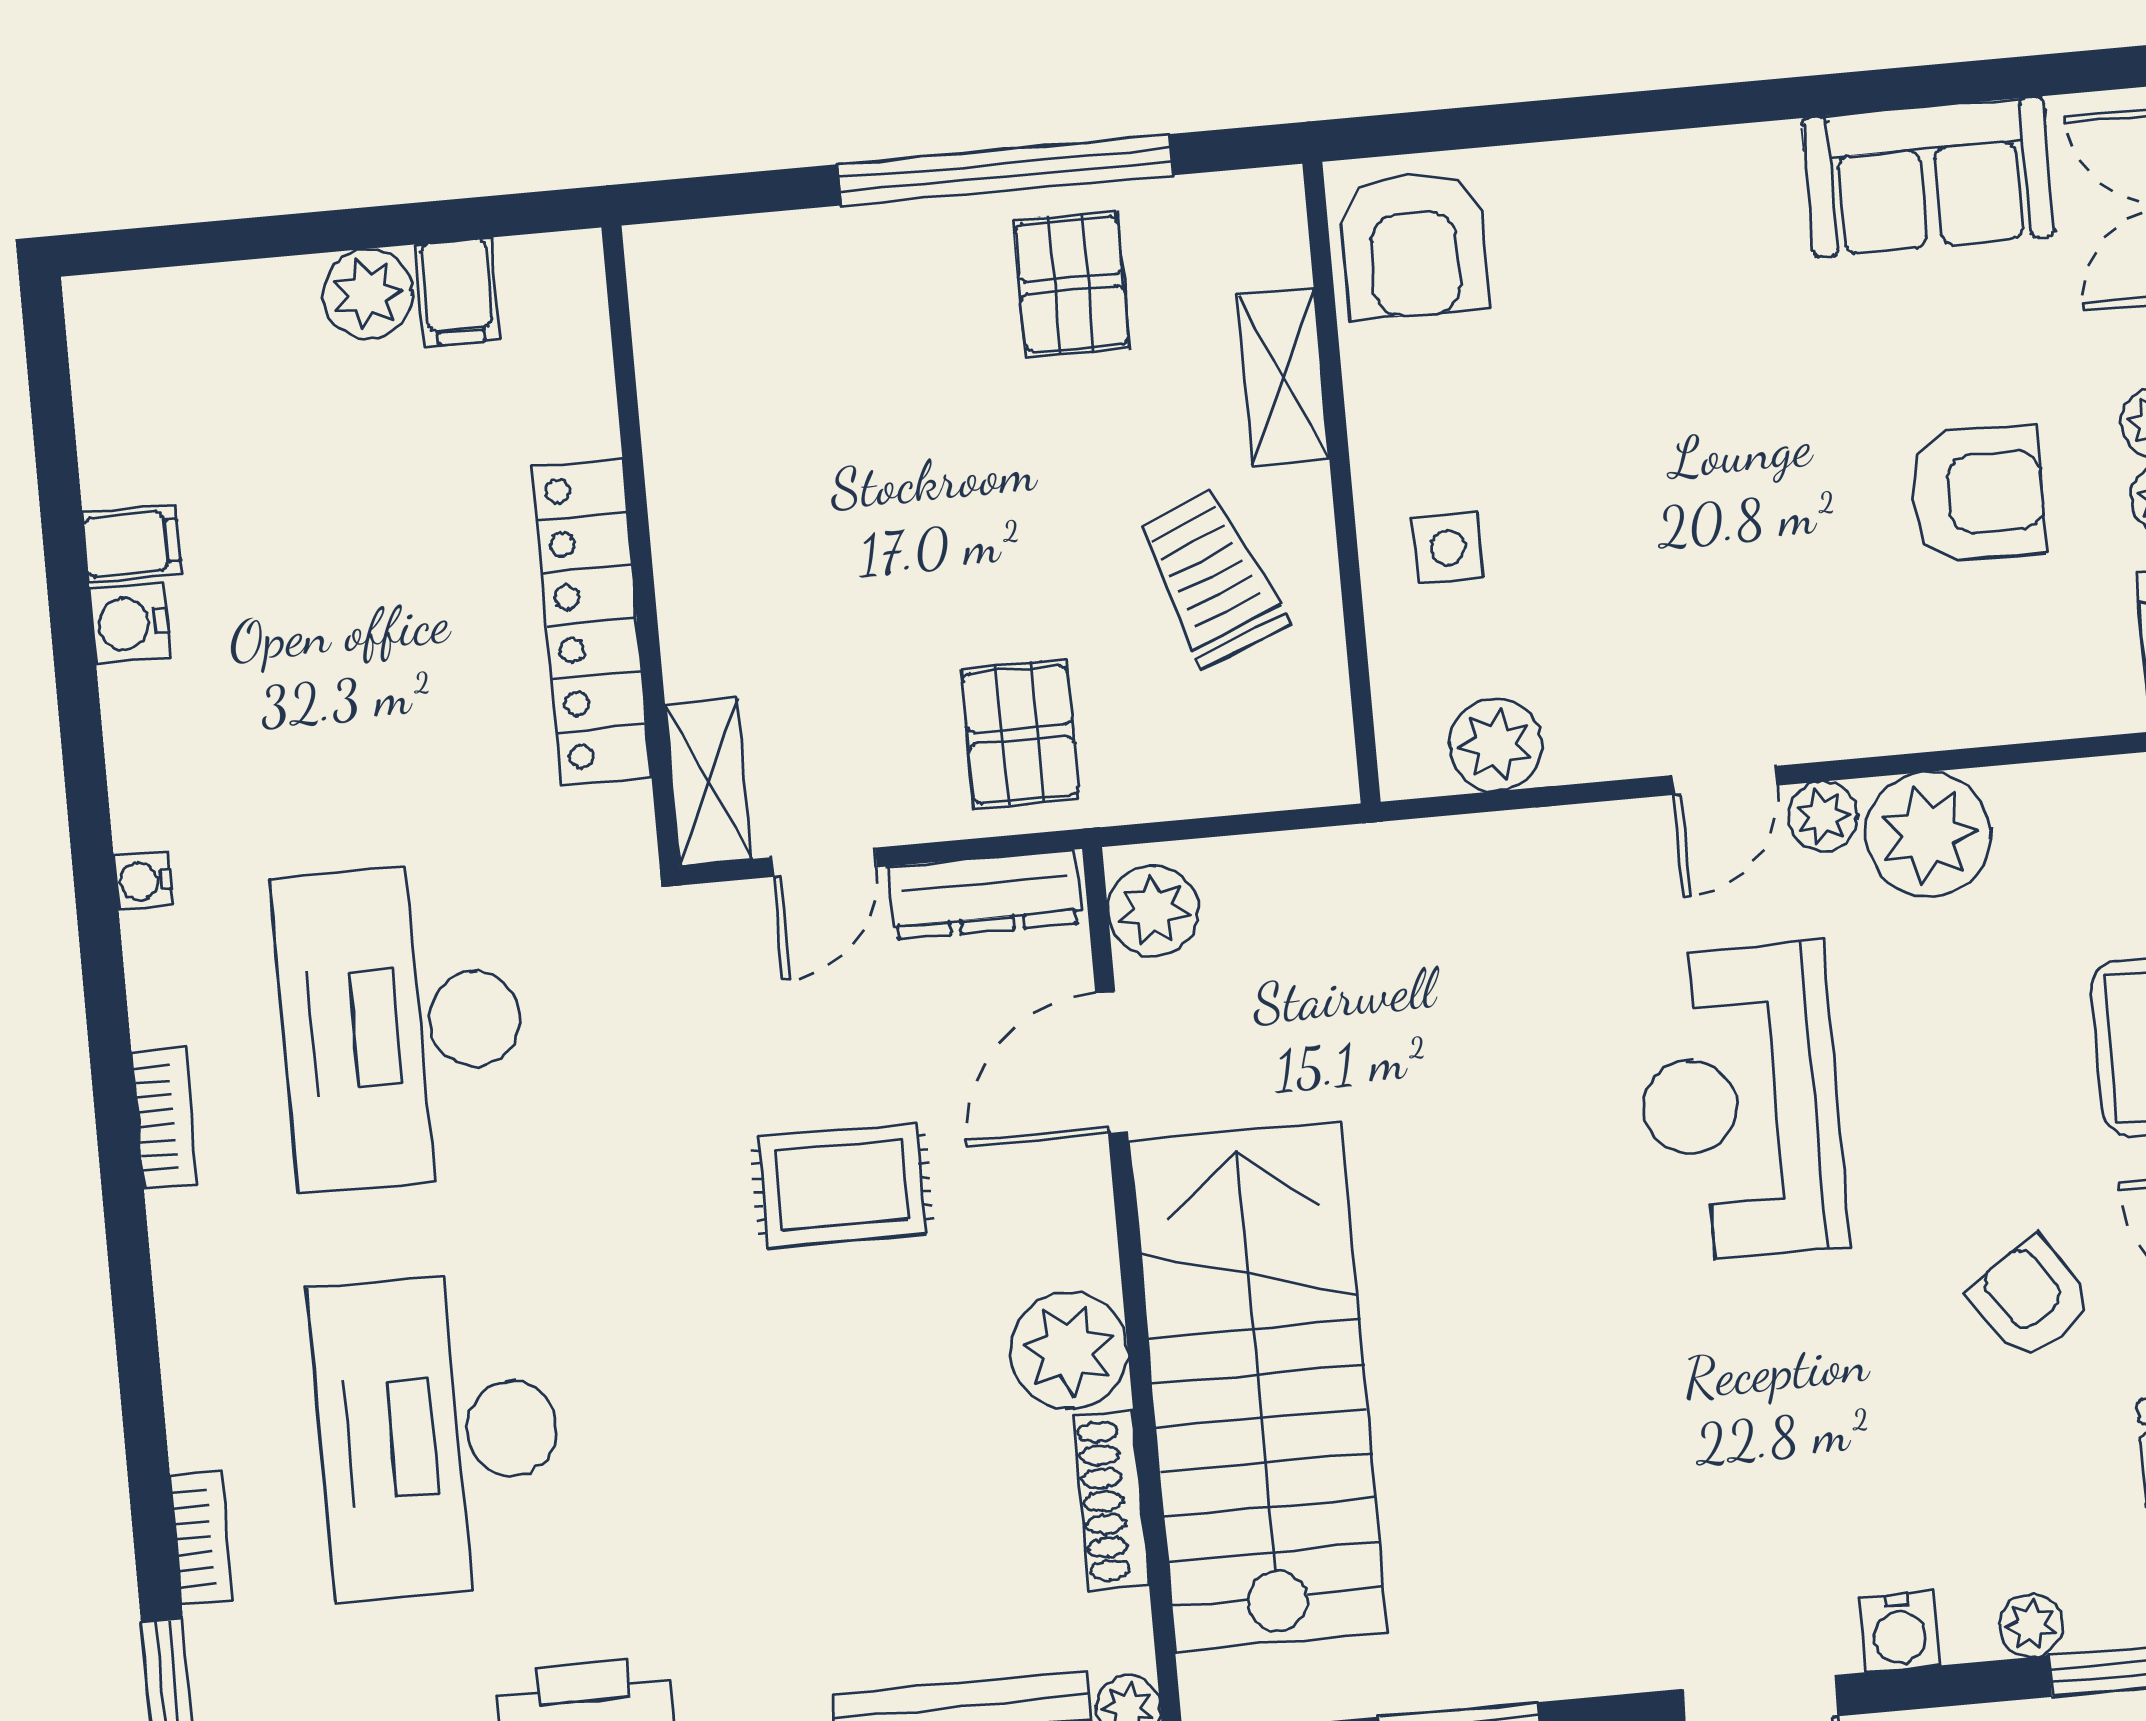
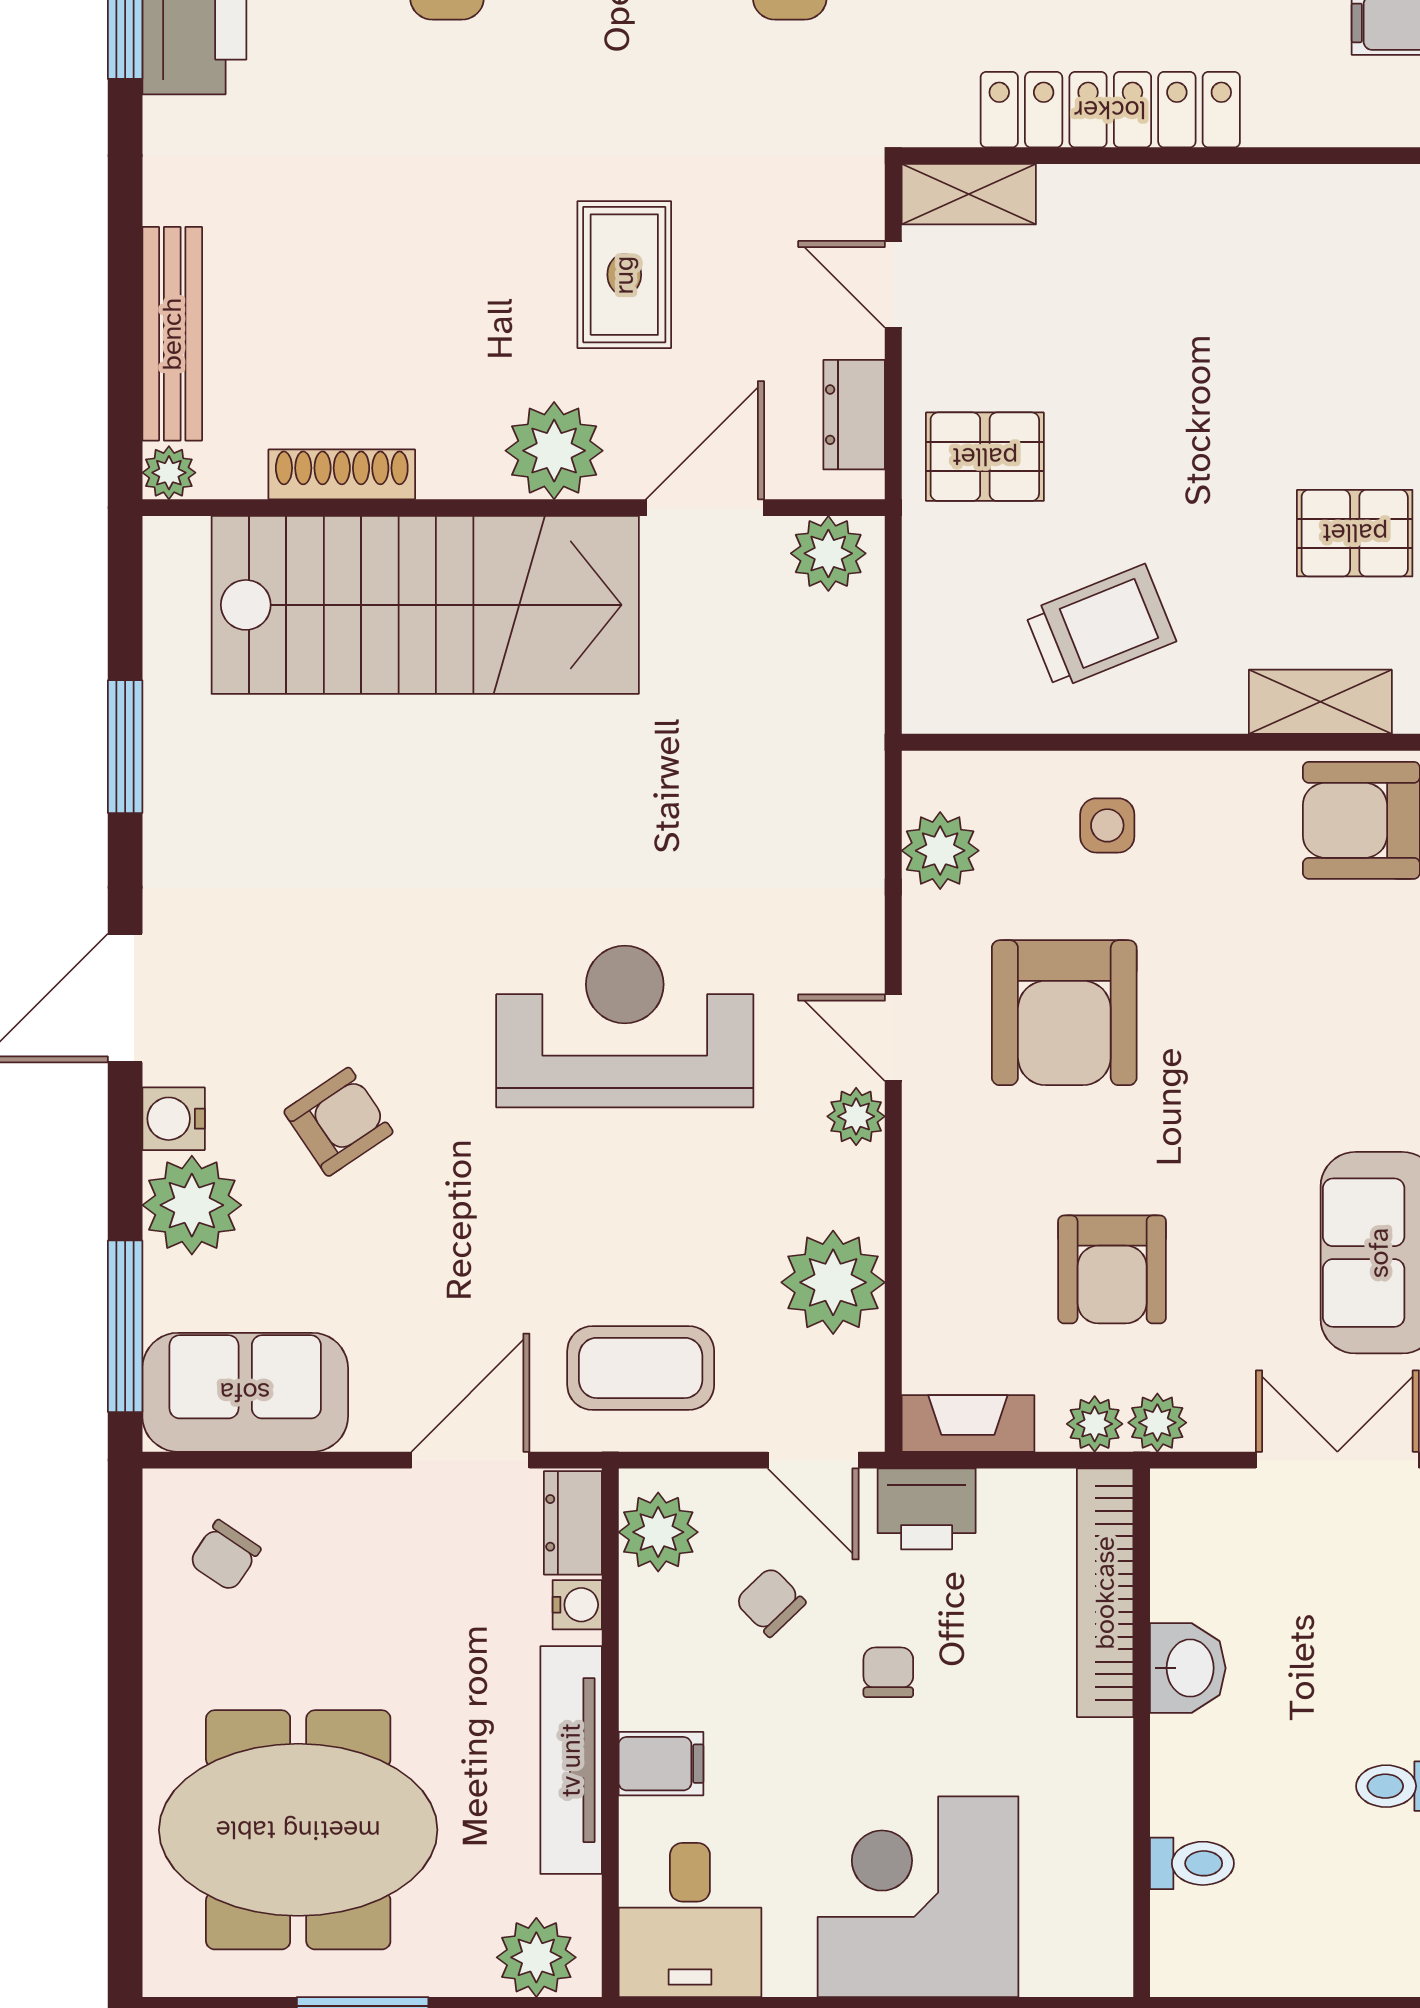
shelving: (1283, 377) -> (1320, 702), moved
armchair: (1676, 579) -> (1064, 1013), added
plant: (1928, 834) -> (833, 1282), moved
dresser: (984, 895) -> (854, 415), width x0.70
door: (1112, 1063) -> (705, 508), hinge flipped
armchair: (2031, 1299) -> (338, 1122), moved
plant: (1069, 1351) -> (554, 451), moved
plant: (2031, 1625) -> (192, 1205), width x1.88, depth x1.88

